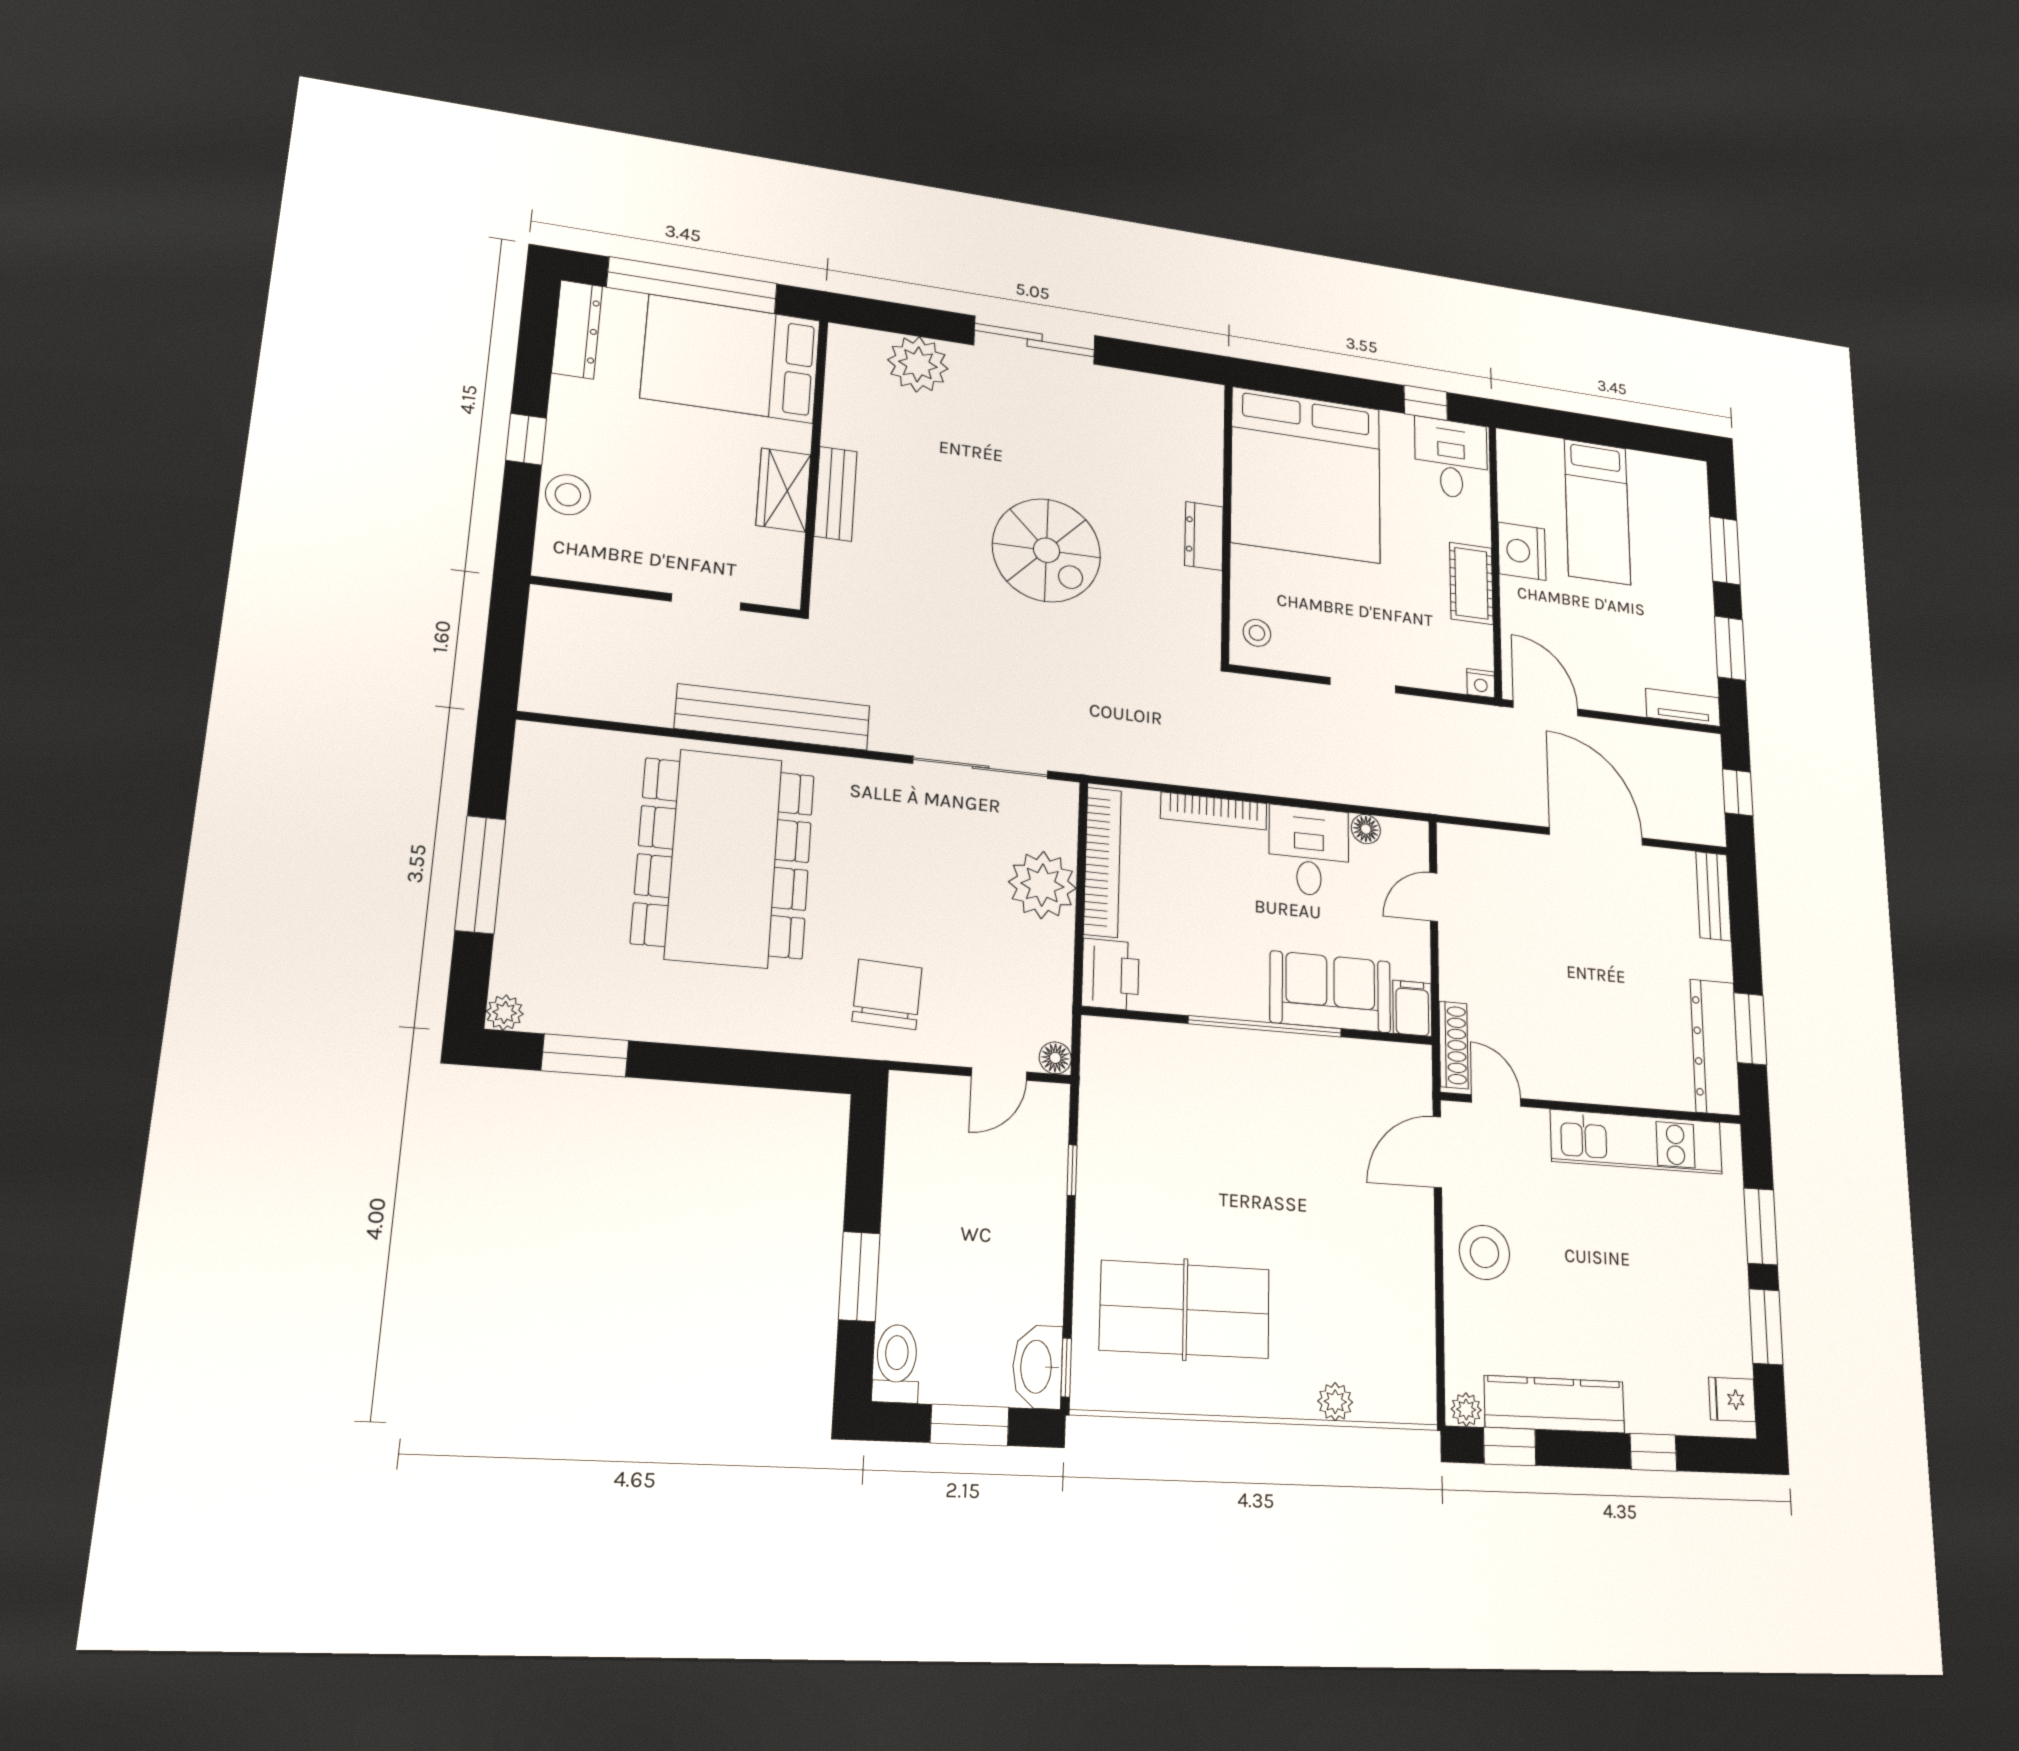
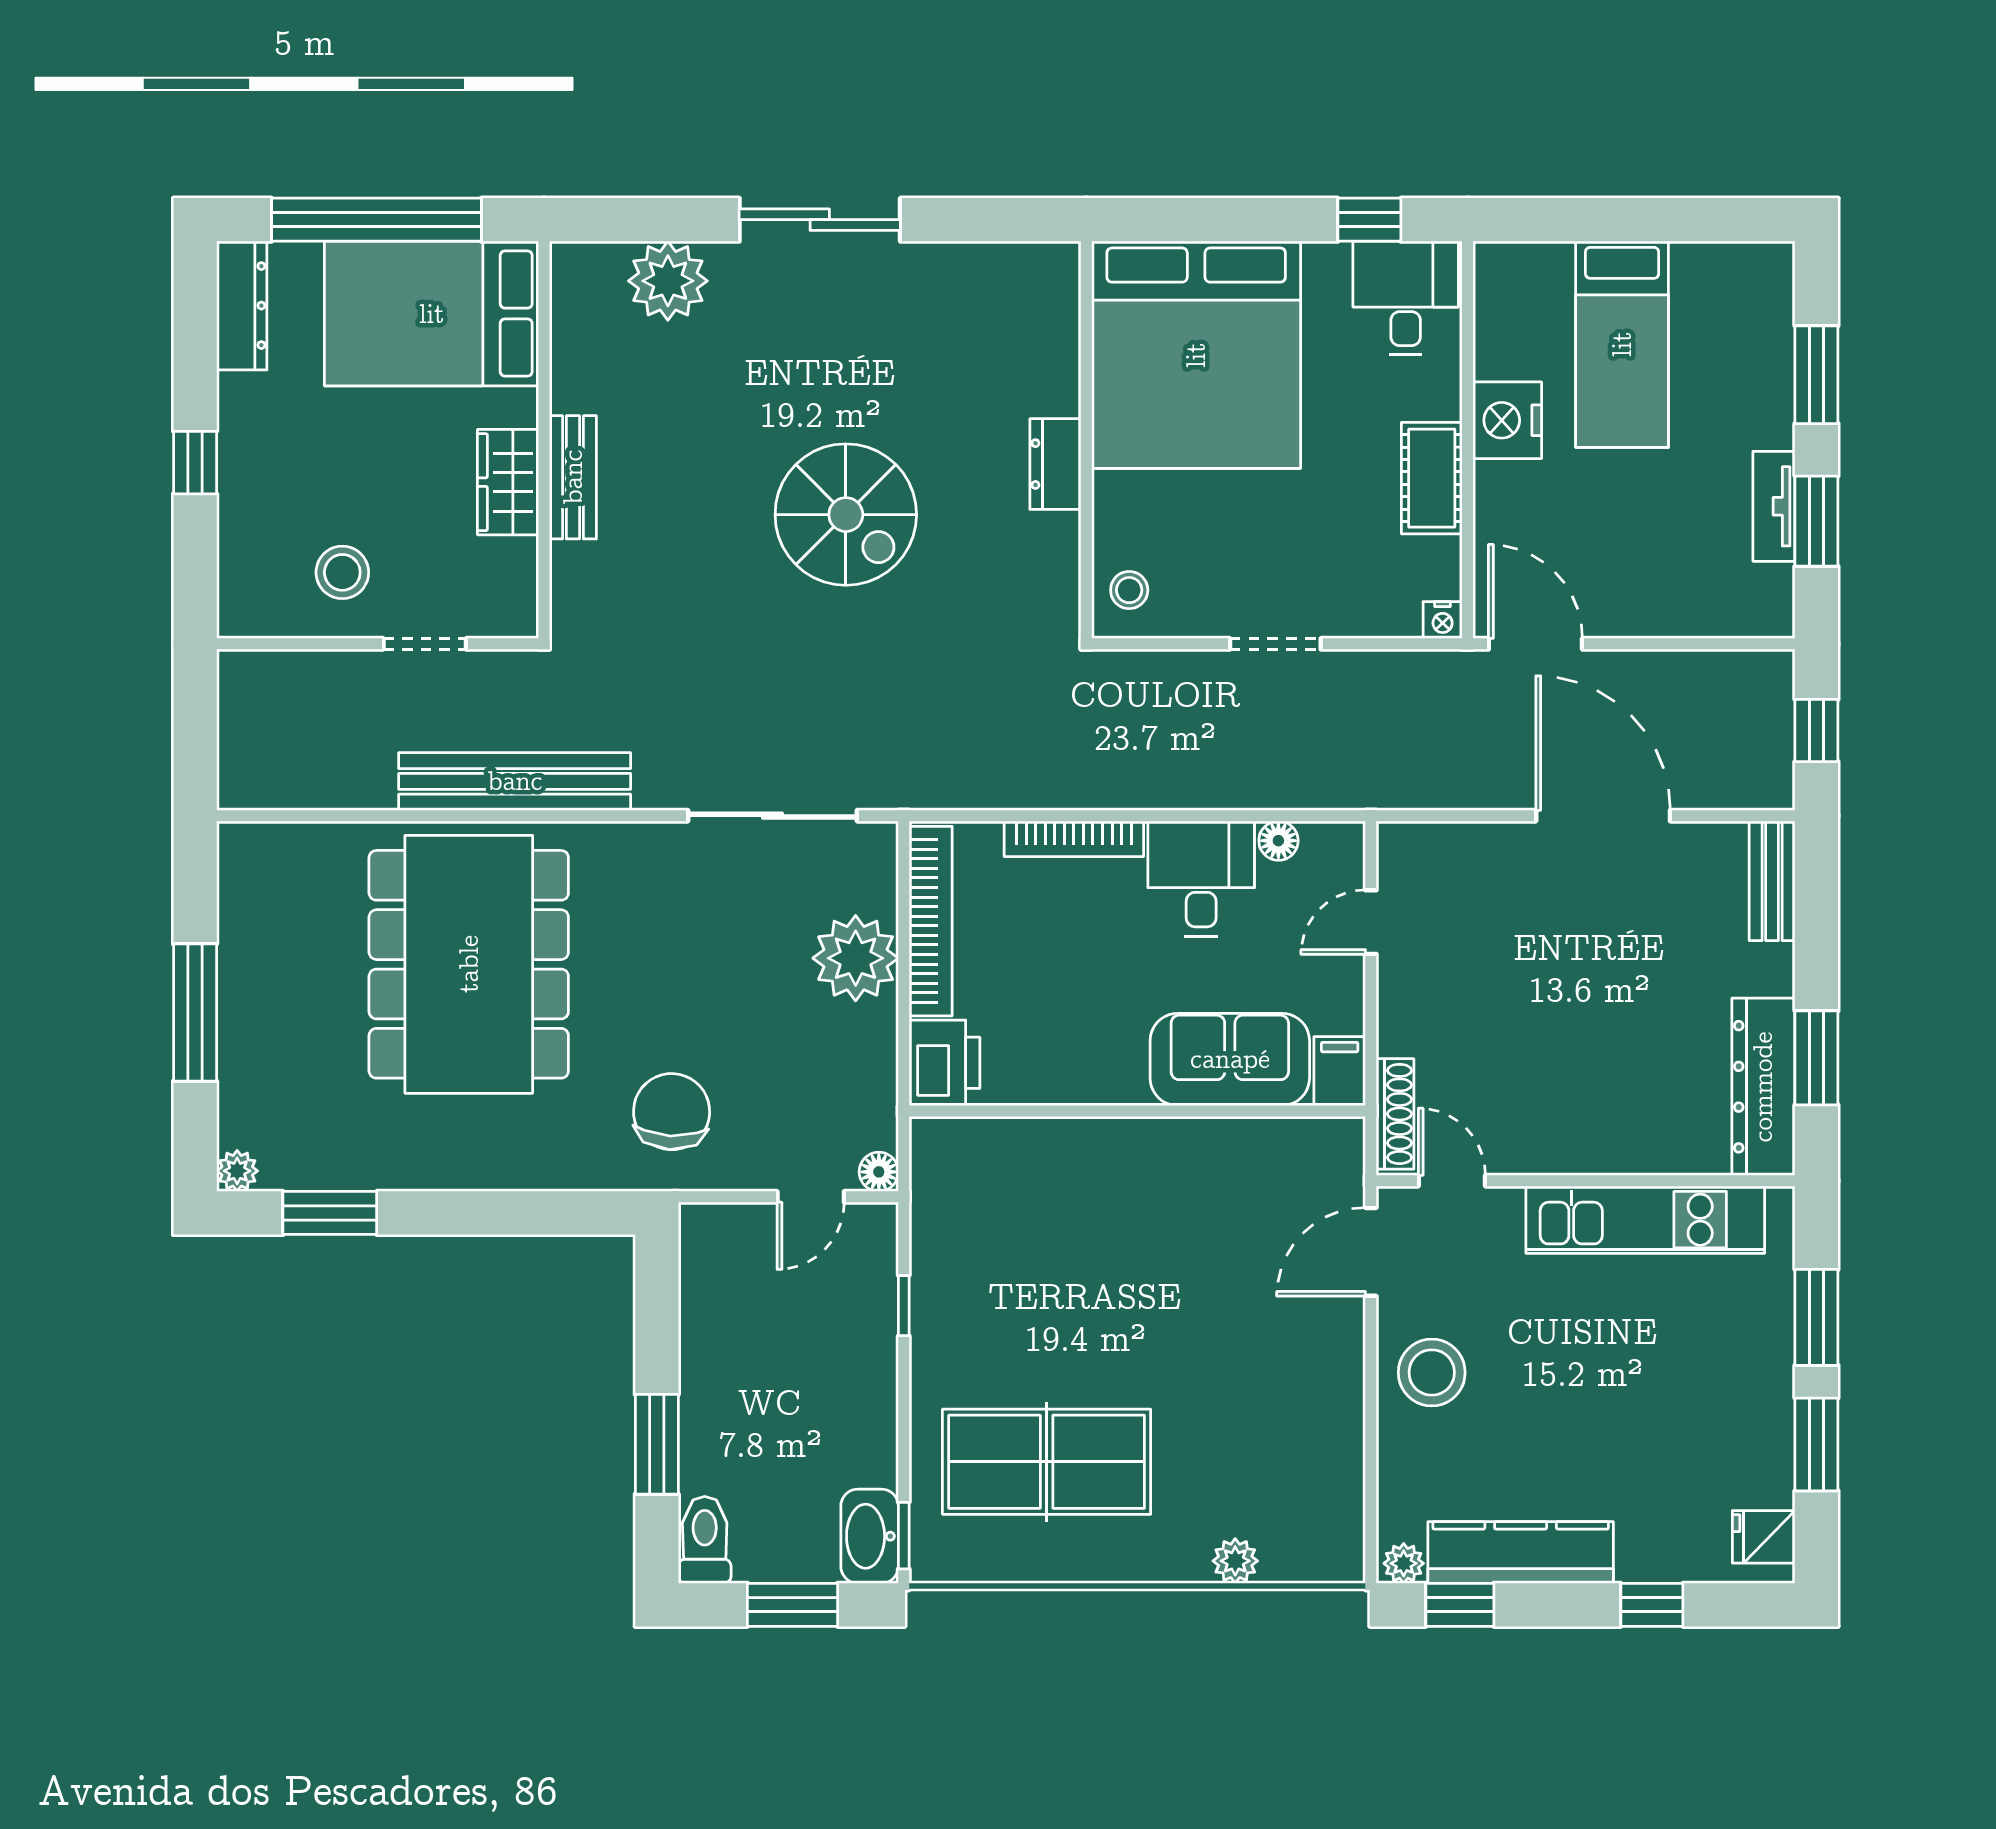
stool: (568, 495) -> (342, 572), moved
tv unit: (1683, 707) -> (1774, 506), moved, turned -90
window: (1265, 1026) -> (1144, 1111), removed

